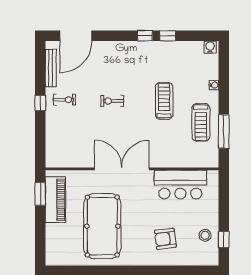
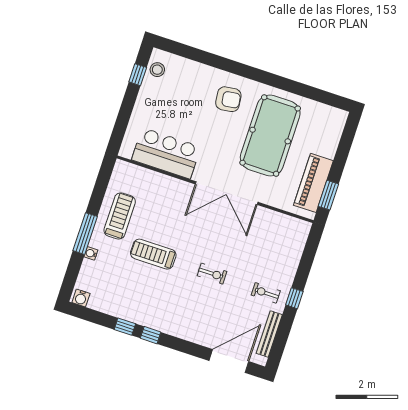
treadmill: (164, 101) -> (153, 254), turned 90
window: (224, 131) -> (85, 234), moved
stool: (205, 235) -> (157, 70), moved
armchair: (165, 239) -> (228, 99), moved

